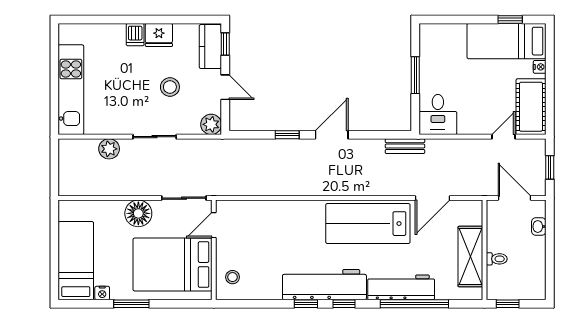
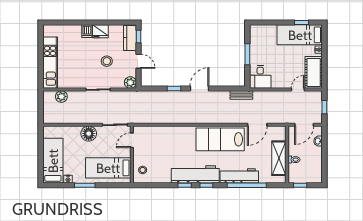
plant: (109, 149) -> (61, 97), moved
door: (514, 198) -> (304, 125), swing flipped
bed: (172, 265) -> (108, 168), width x0.67

